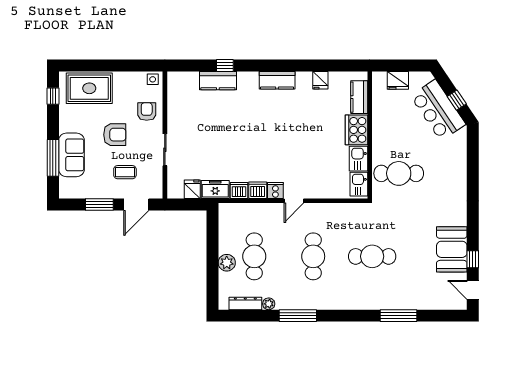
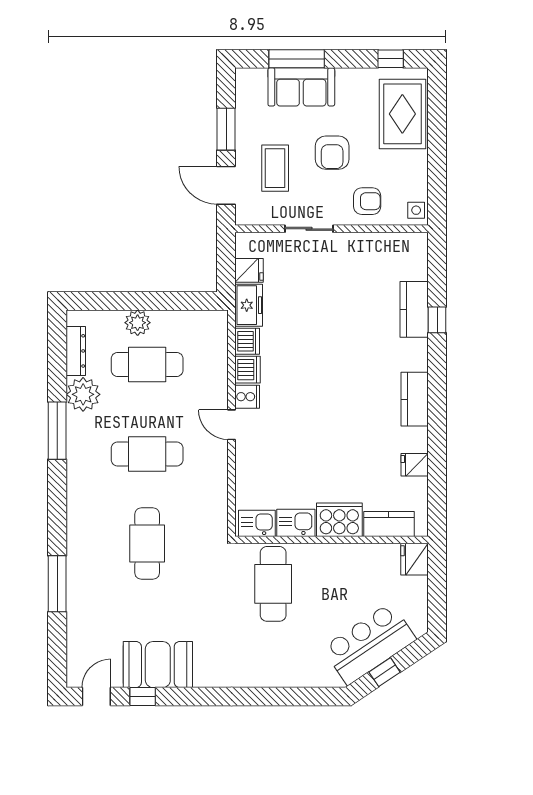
fridge: (398, 80) -> (414, 559), moved
coffee table: (125, 172) -> (275, 168), width x1.36, depth x1.30
plant: (269, 304) -> (83, 394), width x1.88, depth x1.88

